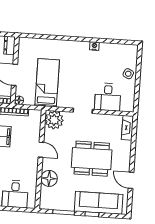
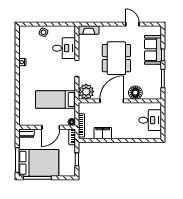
door: (41, 150) -> (112, 101), width x1.87
door: (131, 180) -> (132, 24), swing flipped
sofa: (99, 203) -> (153, 50), width x0.73

